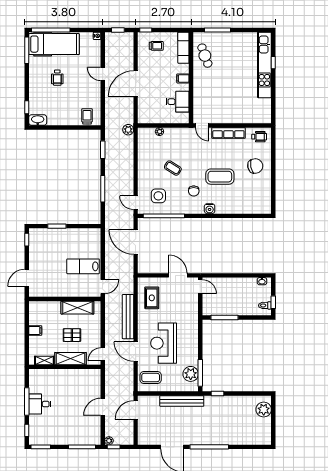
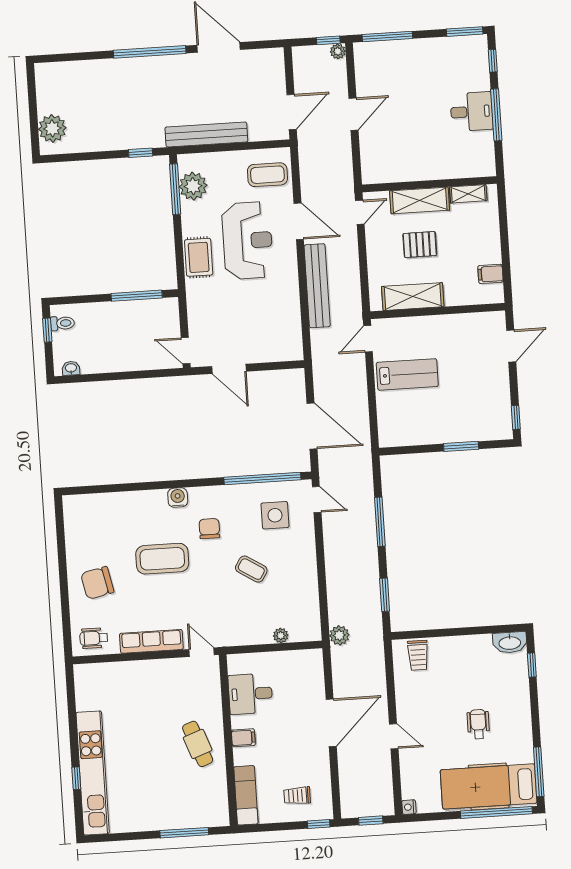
cafe table: (205, 56) -> (198, 744), moved
rug: (152, 298) -> (199, 257), moved
filing cabinet: (35, 330) -> (491, 274), moved

